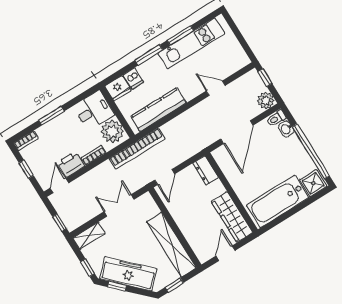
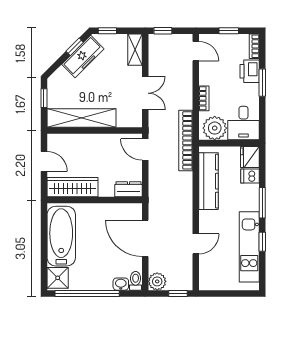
window: (180, 35) -> (262, 242), width x0.67
printer: (71, 164) -> (250, 71), moved, turned 180
freezer: (128, 274) -> (83, 57), width x0.73, depth x0.79

